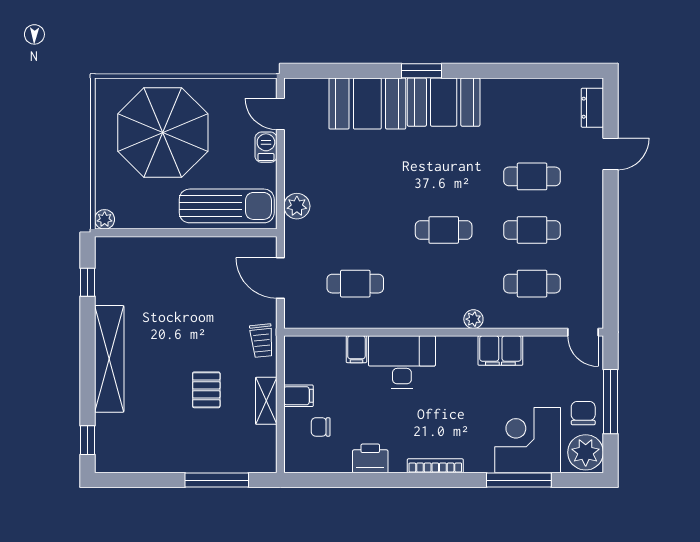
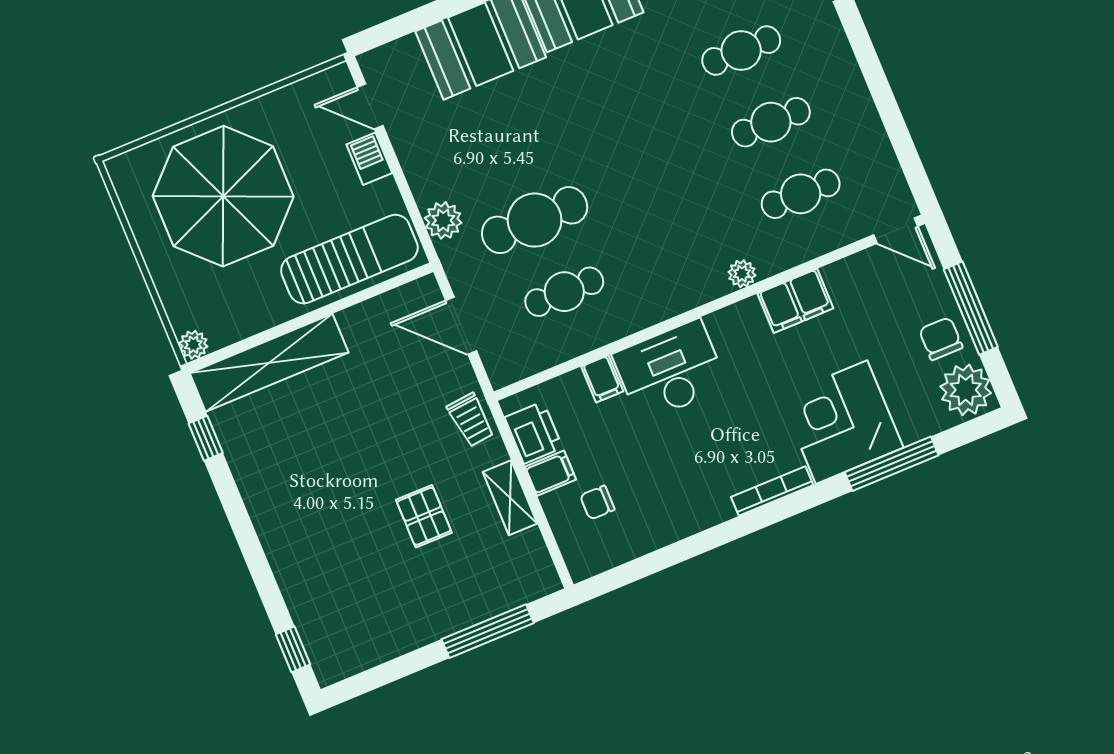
cafe table: (444, 230) -> (535, 220), moved, width x1.37, depth x1.35
shelving: (109, 359) -> (269, 363), moved, turned 90
corner desk: (528, 440) -> (842, 422), moved
printer: (370, 458) -> (534, 433), moved, turned 90

